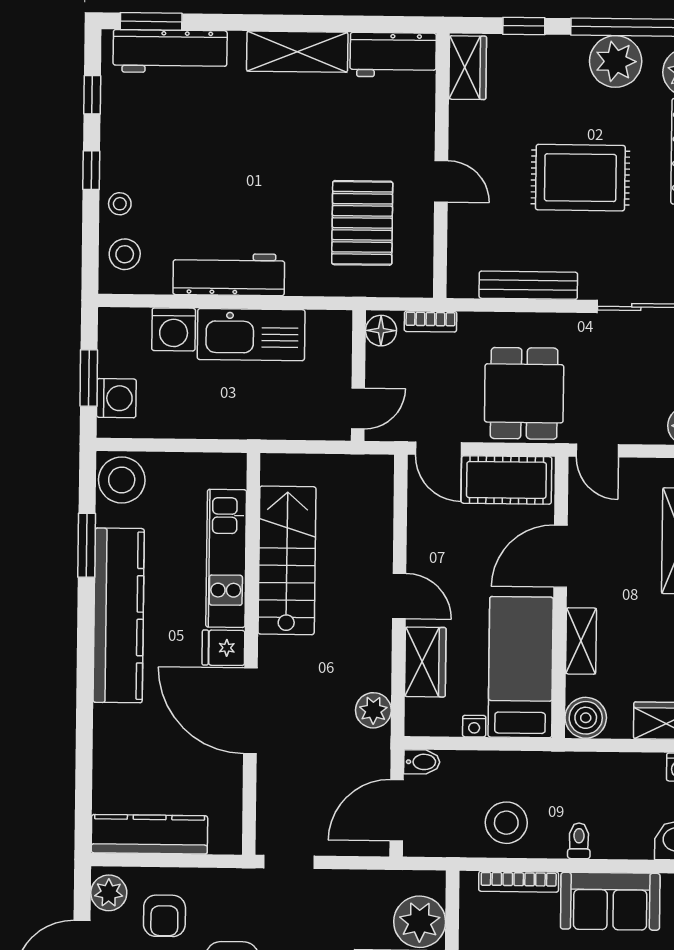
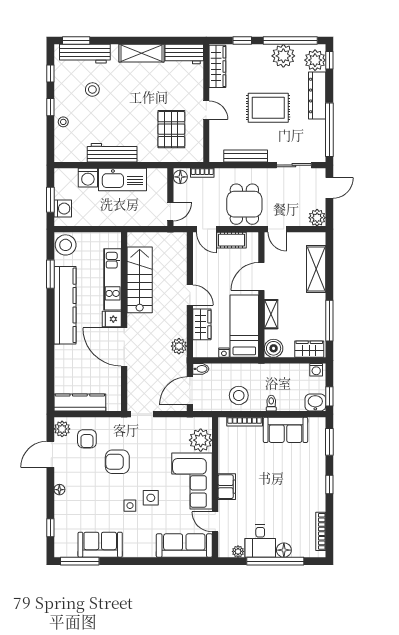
wardrobe: (468, 68) -> (217, 66), width x1.50
stool: (125, 254) -> (92, 89), moved
cot: (506, 480) -> (232, 240), width x0.73, depth x0.75

